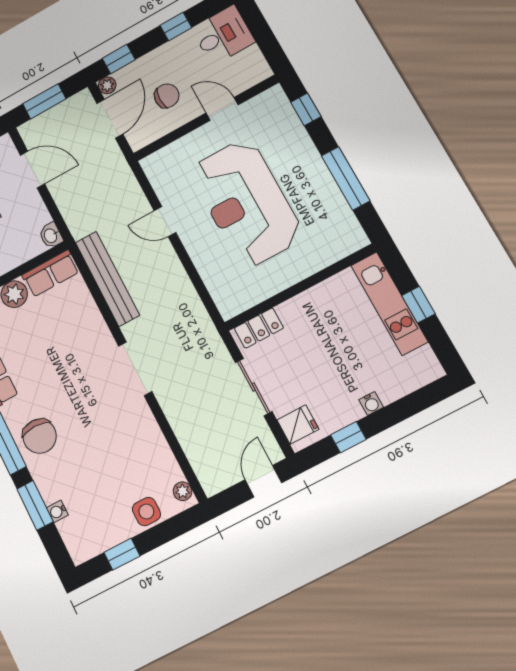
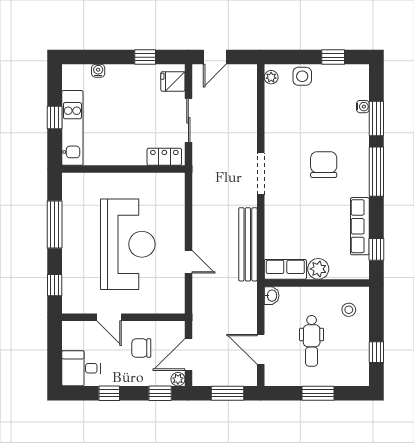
water cooler: (371, 403) -> (98, 71), moved
chair: (40, 436) -> (324, 165), moved

